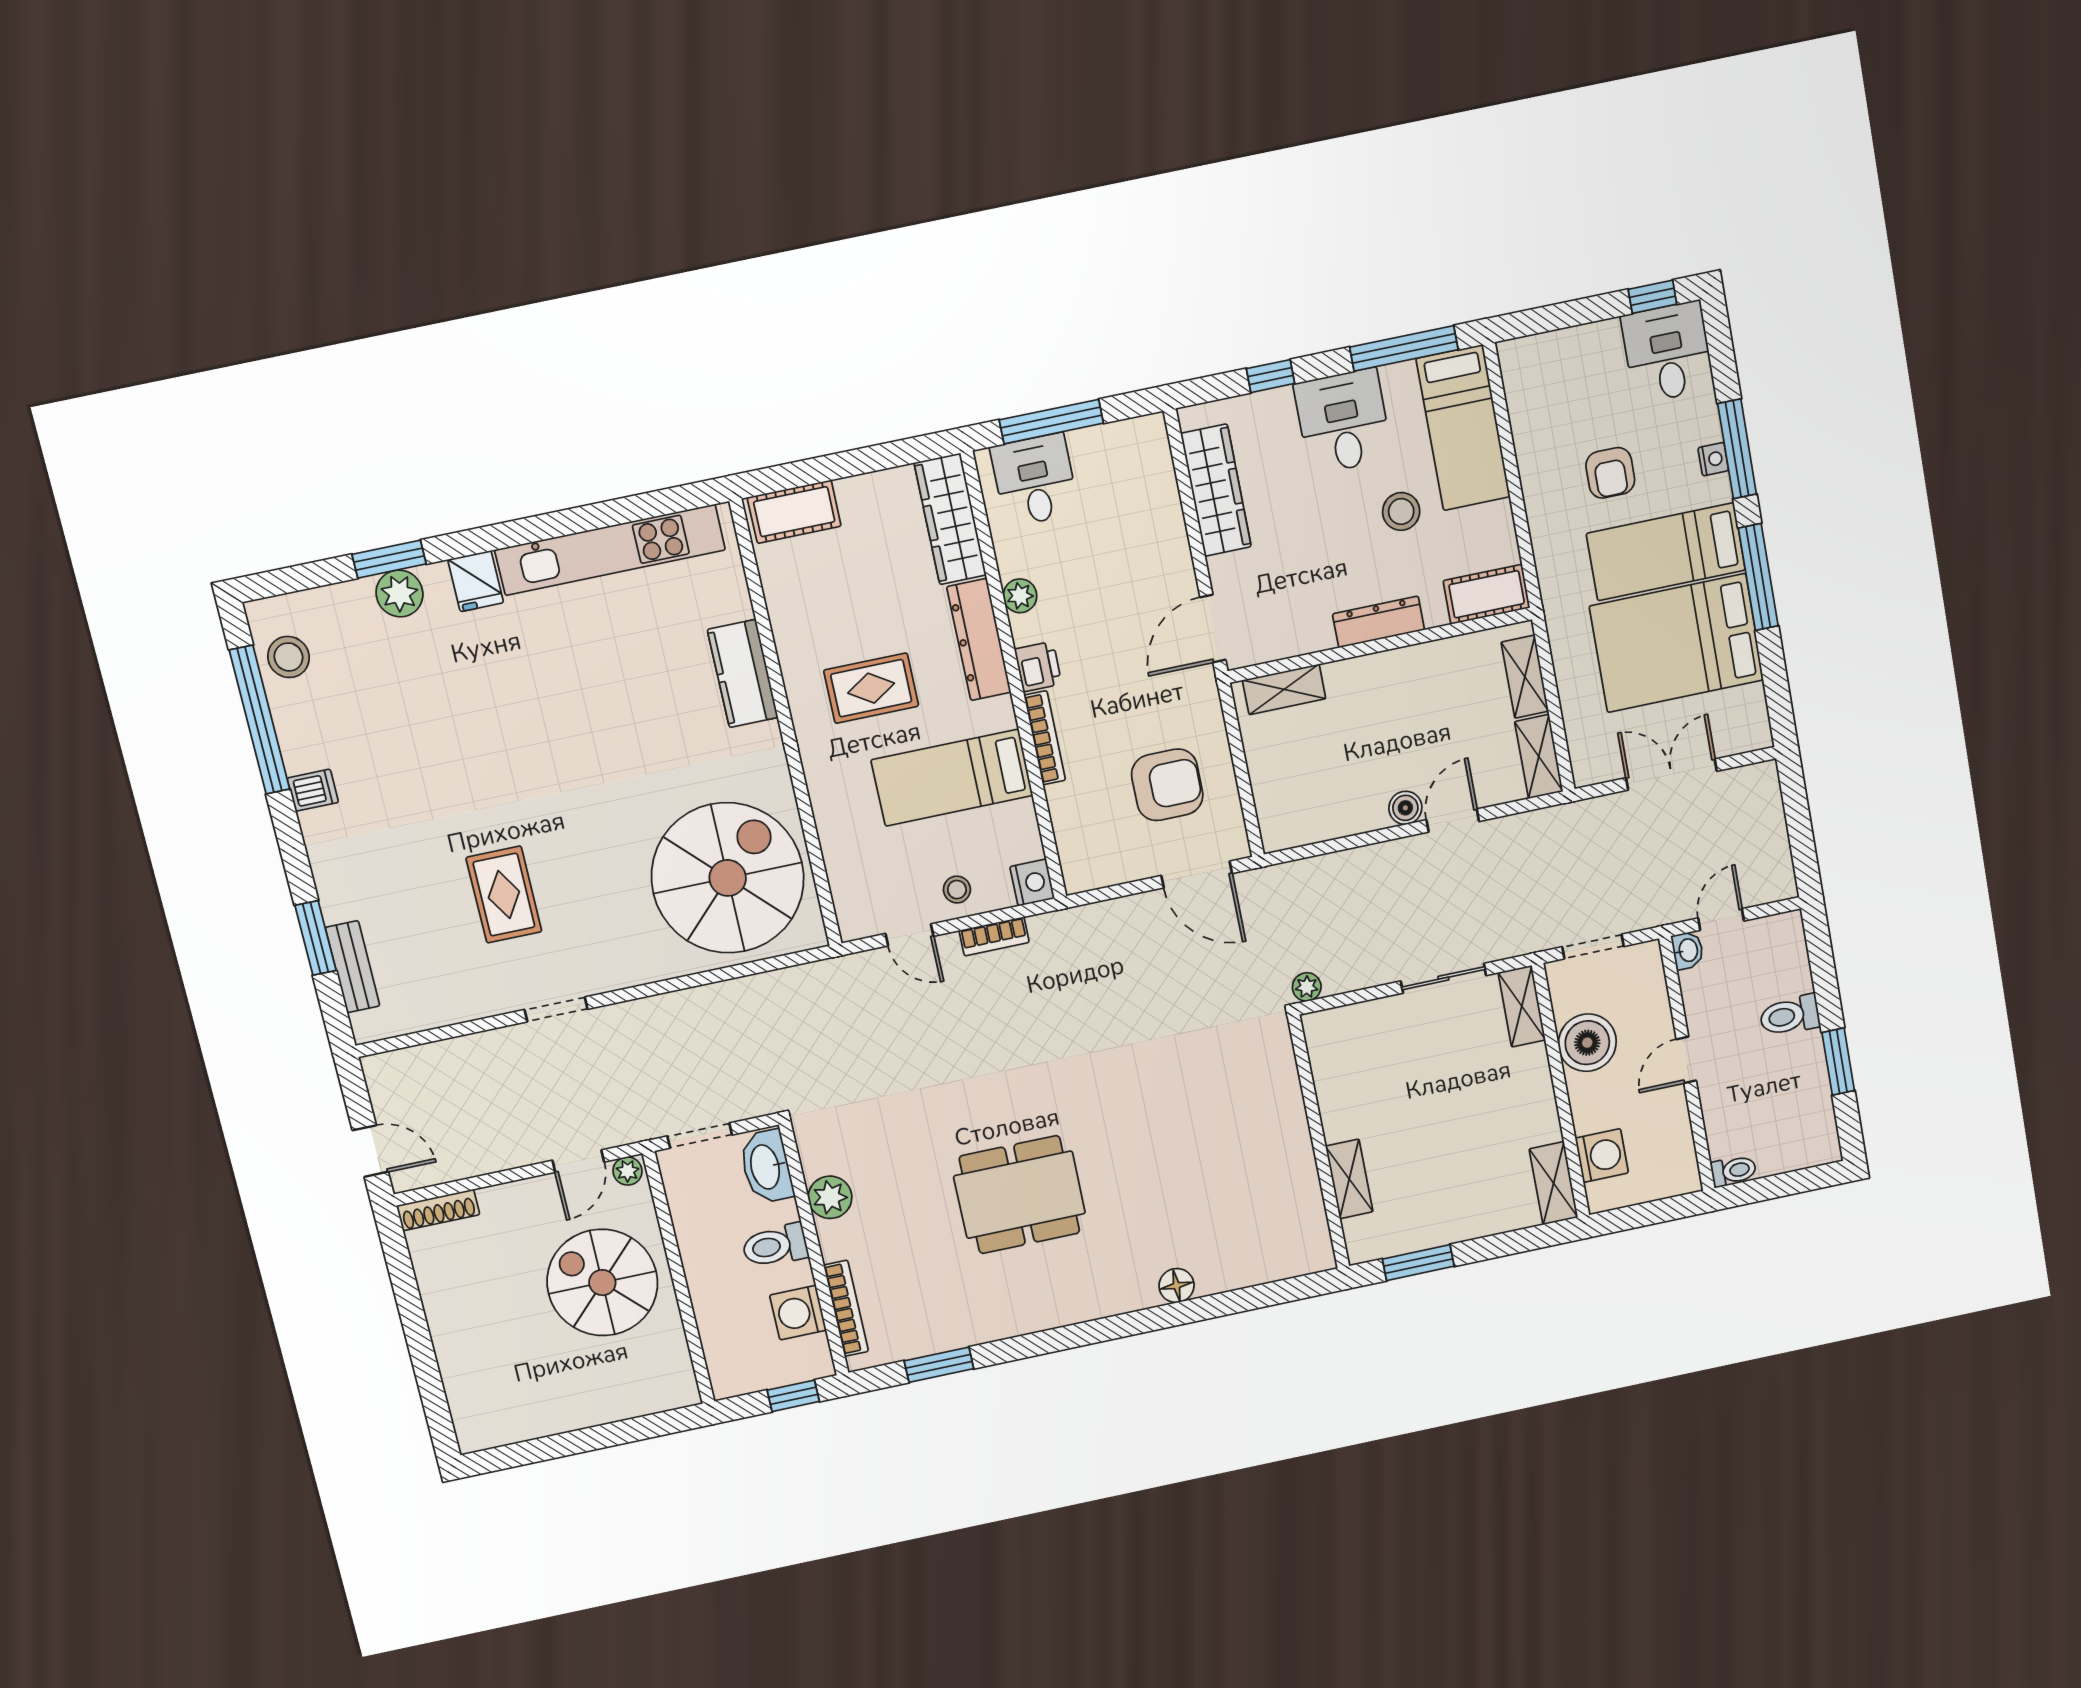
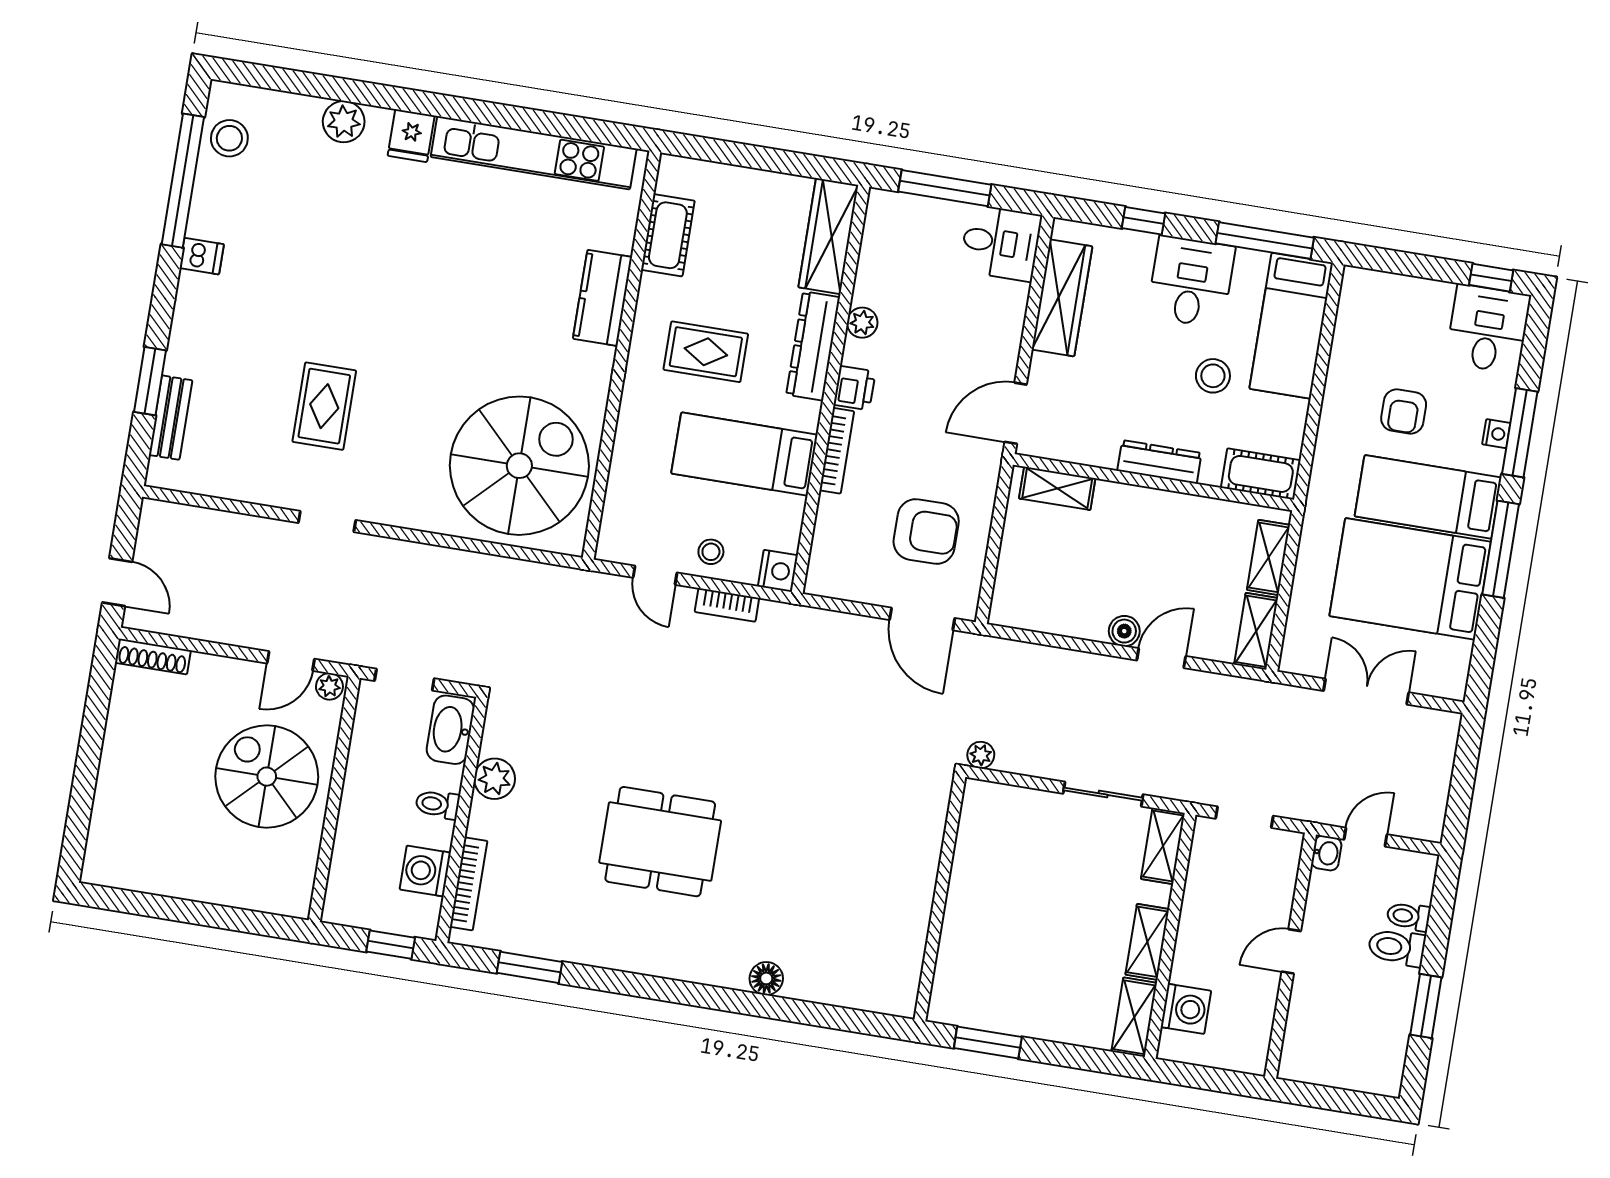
desk: (1035, 480) -> (1001, 243), moved, turned 90
cot: (794, 512) -> (668, 235), moved, turned 90
window: (389, 559) -> (347, 90), removed
boiler: (1587, 1043) -> (1209, 901), removed
toilet: (1734, 1171) -> (1408, 916), moved, turned 180
shelving: (1349, 1179) -> (1147, 942), moved
toilet: (775, 1246) -> (438, 804), width x0.73, depth x0.72

